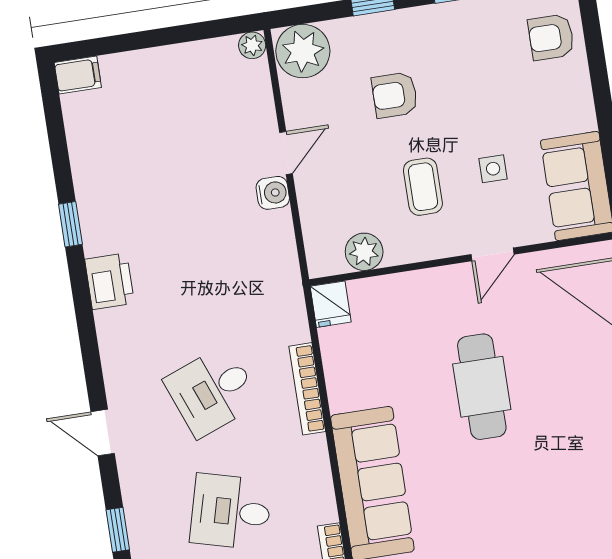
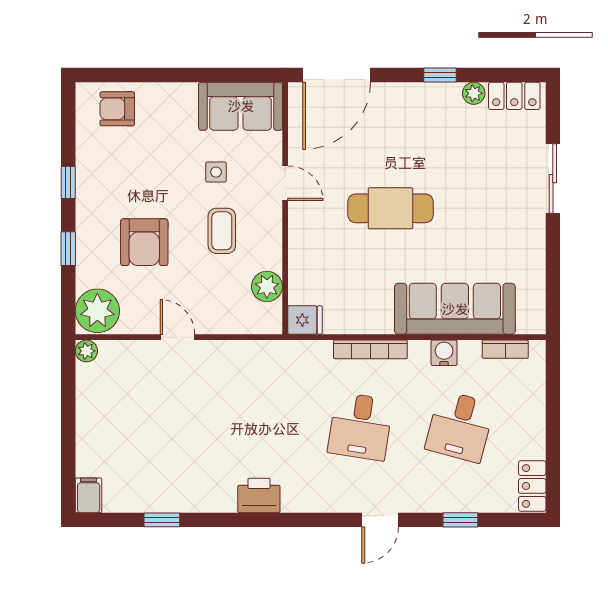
armchair: (551, 37) -> (117, 109), turned 90
armchair: (395, 95) -> (144, 242), width x1.38, depth x1.38
coffee table: (423, 187) -> (222, 231), turned 90
water cooler: (273, 193) -> (444, 353), moved
window: (70, 224) -> (162, 520), moved
desk: (212, 391) -> (360, 426), turned 30

